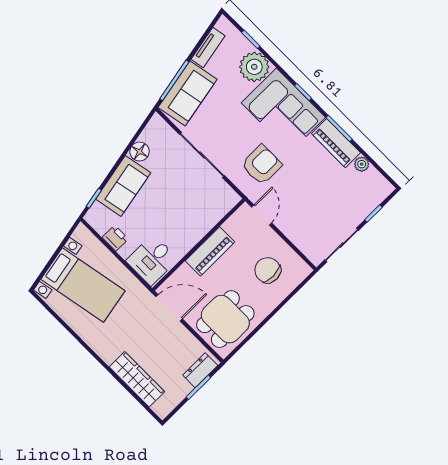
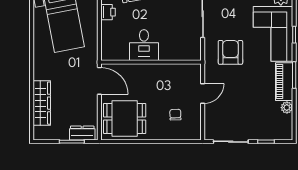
armchair: (262, 165) -> (230, 52), turned -90
door: (262, 215) -> (203, 93), moved
piano: (210, 251) -> (154, 72), removed
desk: (152, 260) -> (144, 45), moved, turned -90
chair: (268, 270) -> (175, 115), width x0.54, depth x0.54

